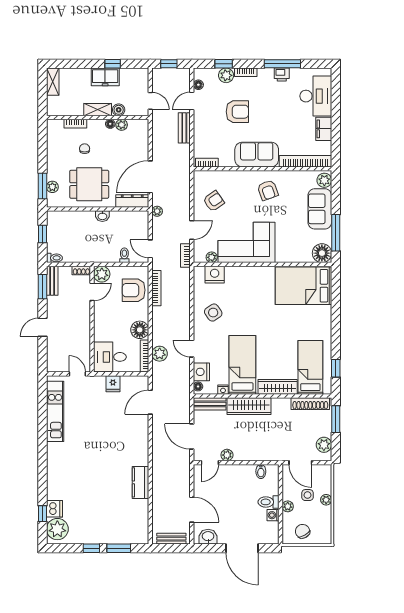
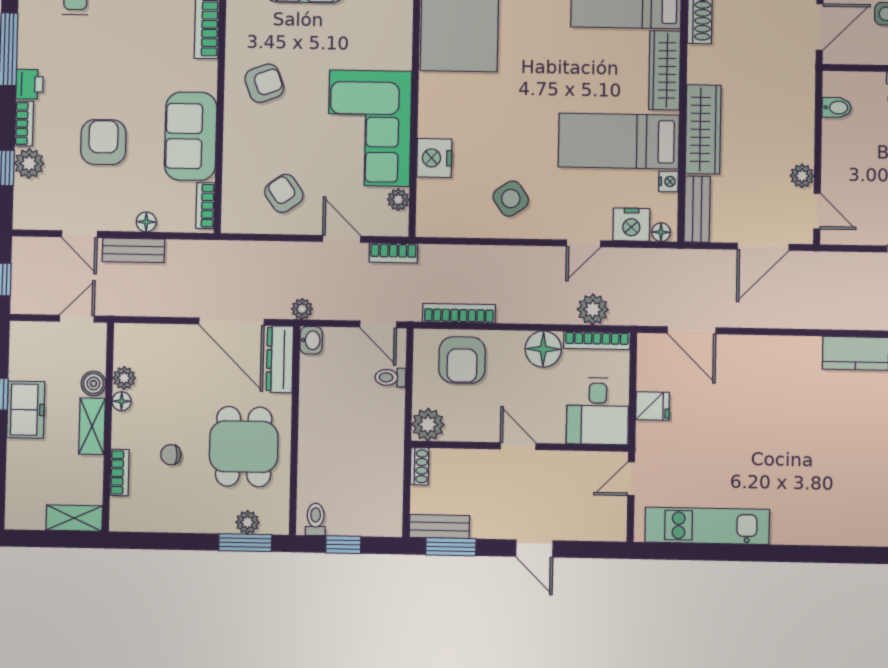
printer: (282, 75) -> (30, 84), moved
shelving: (53, 82) -> (74, 518), moved
floor lamp: (198, 85) -> (146, 222), moved
sofa: (257, 155) -> (191, 136), moved
washbasin: (102, 216) -> (311, 340), moved
door: (150, 249) -> (378, 324), hinge flipped
toilet: (54, 258) -> (316, 519), moved
nightstand: (215, 275) -> (434, 158), moved
door: (92, 292) -> (518, 446), moved

